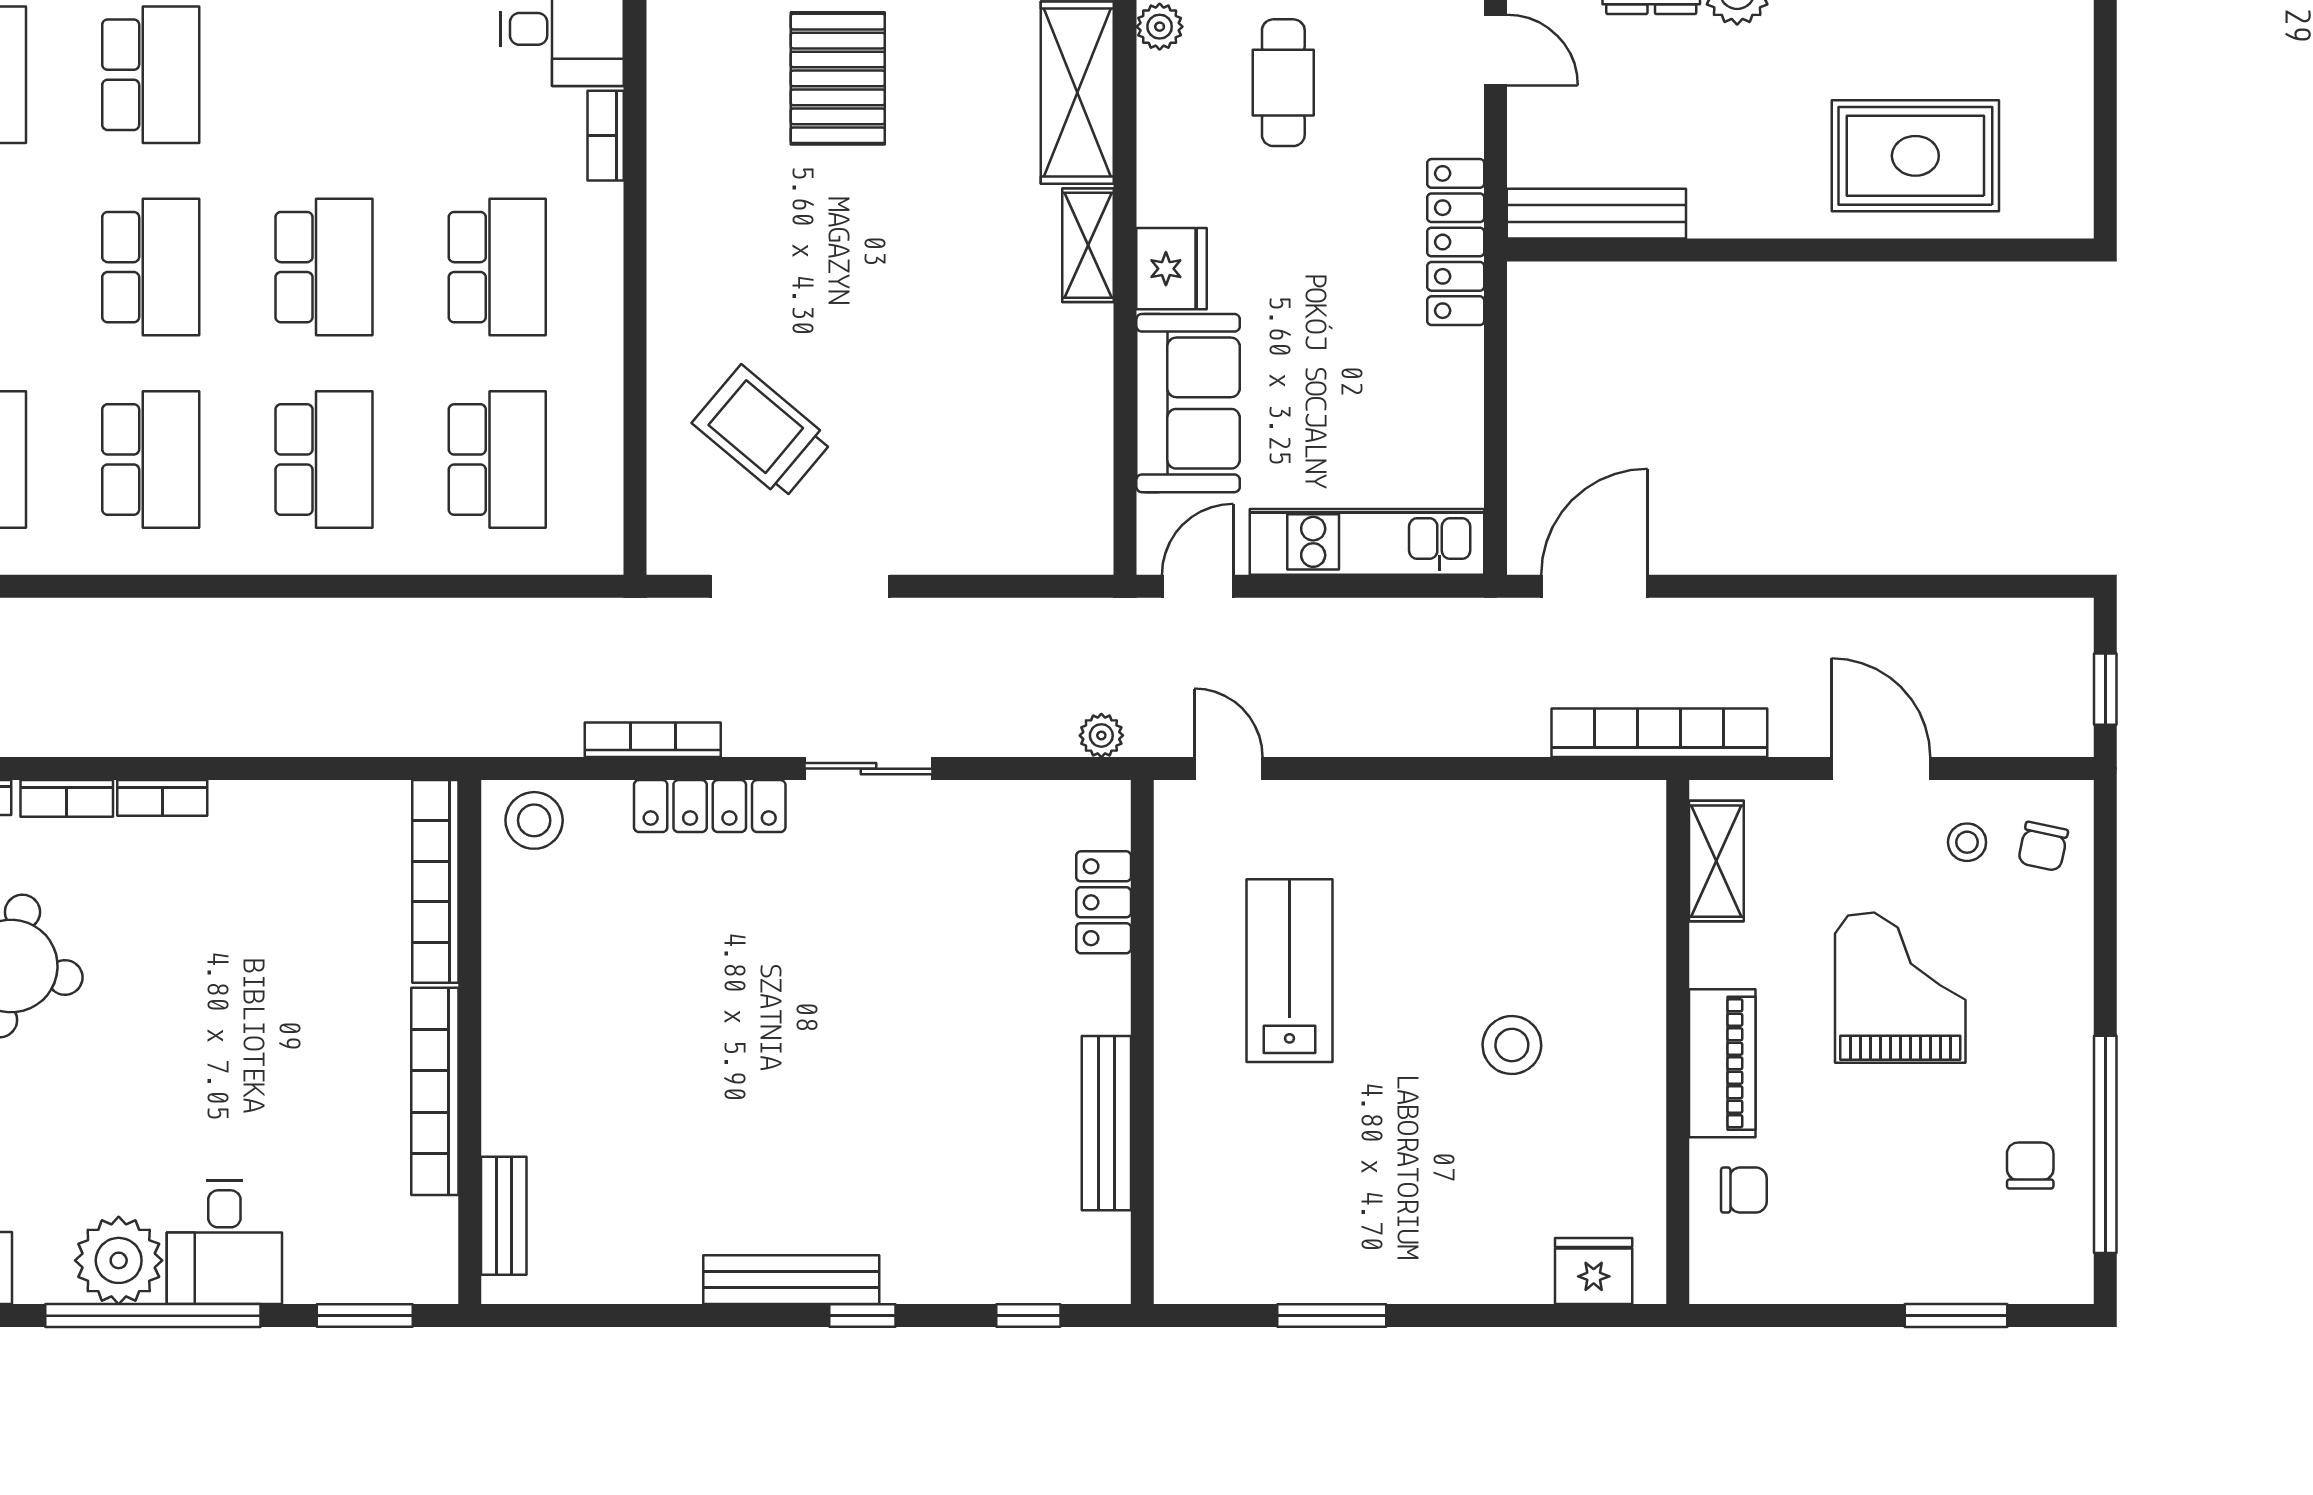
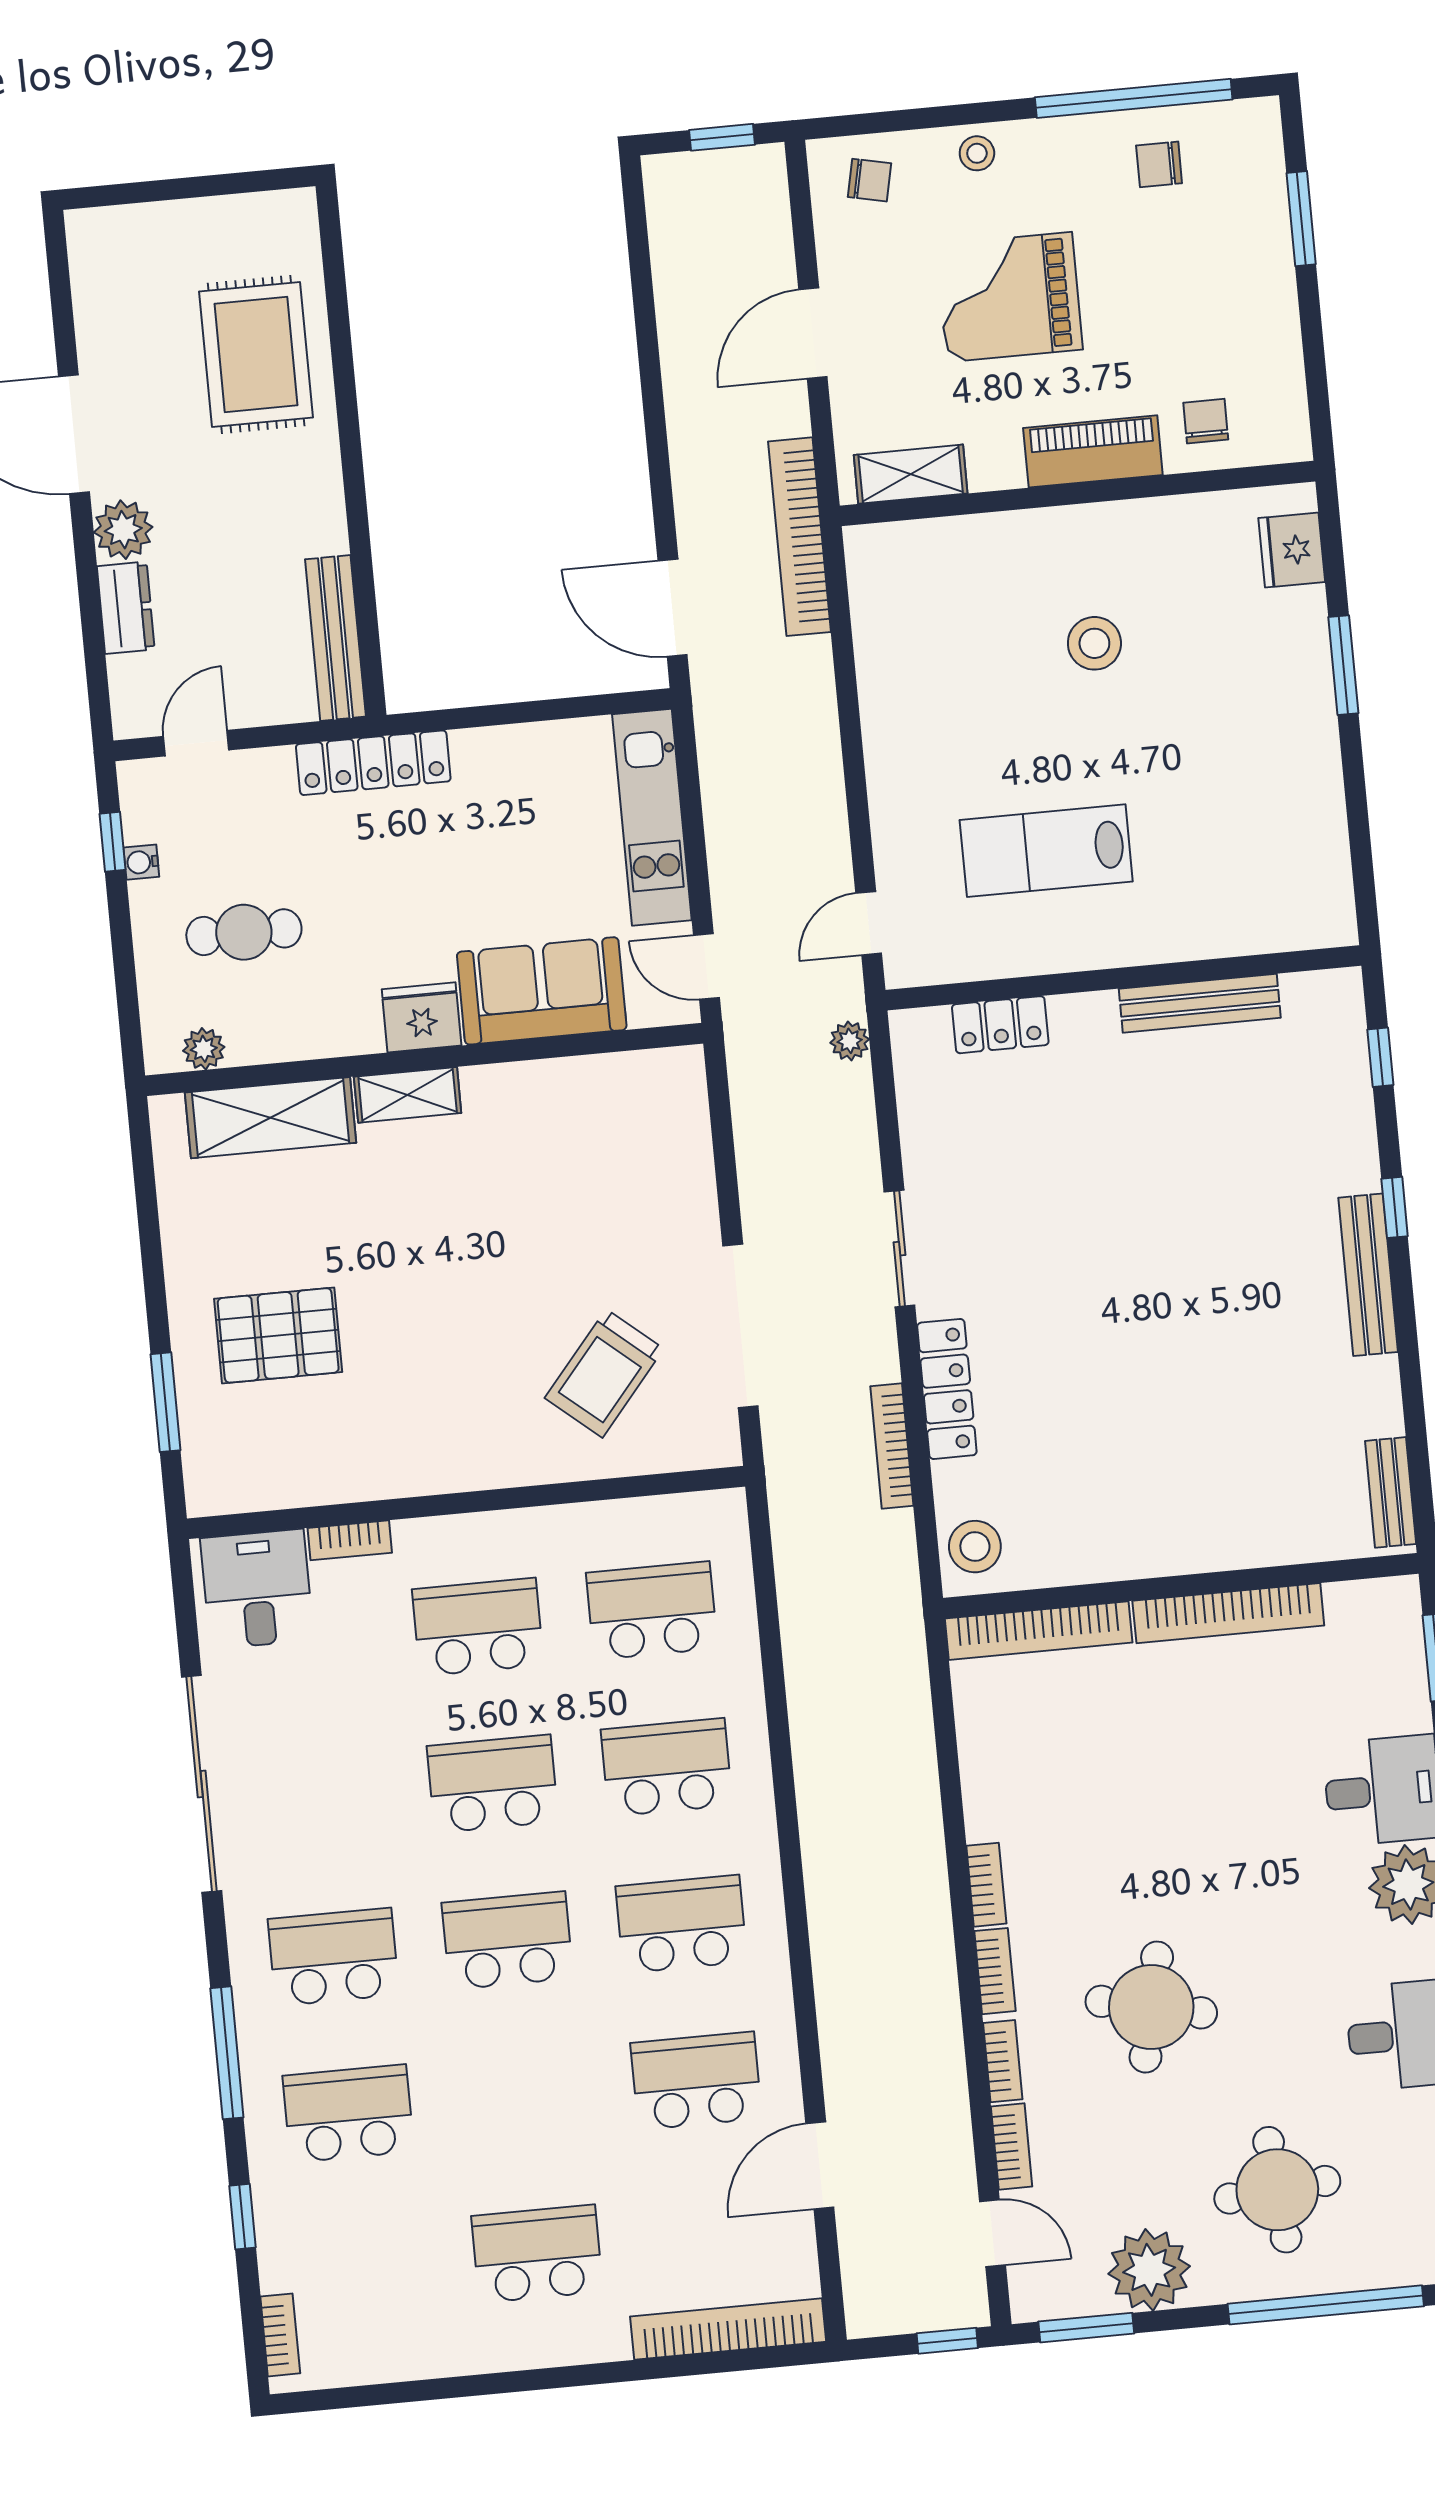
stool: (1967, 842) -> (977, 153), moved
bench: (504, 1216) -> (1391, 1492), moved, turned 90
window: (1332, 1316) -> (1343, 665), moved

